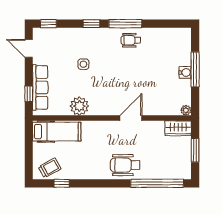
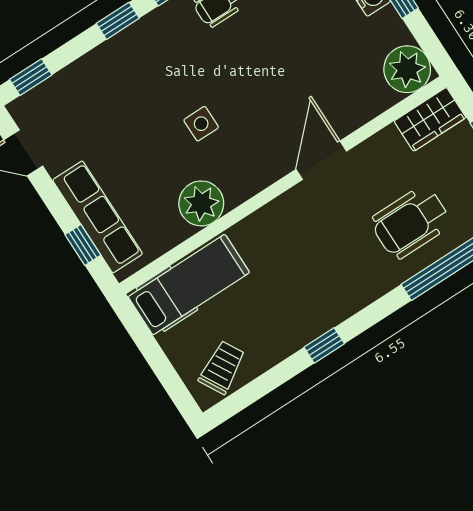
side table: (83, 64) -> (201, 124), moved
plant: (186, 110) -> (407, 69), width x1.88, depth x1.88
wheelchair: (125, 165) -> (411, 222), moved
window: (62, 183) -> (324, 345), moved

